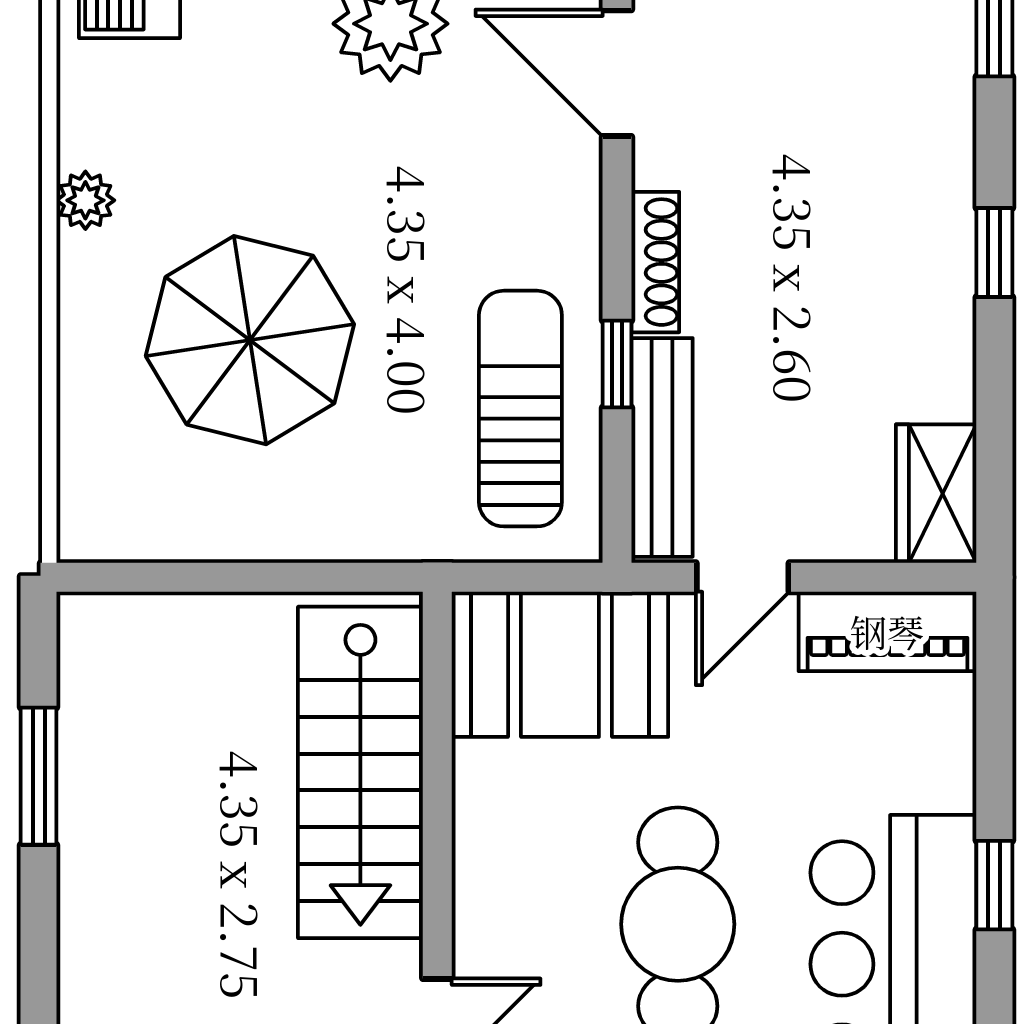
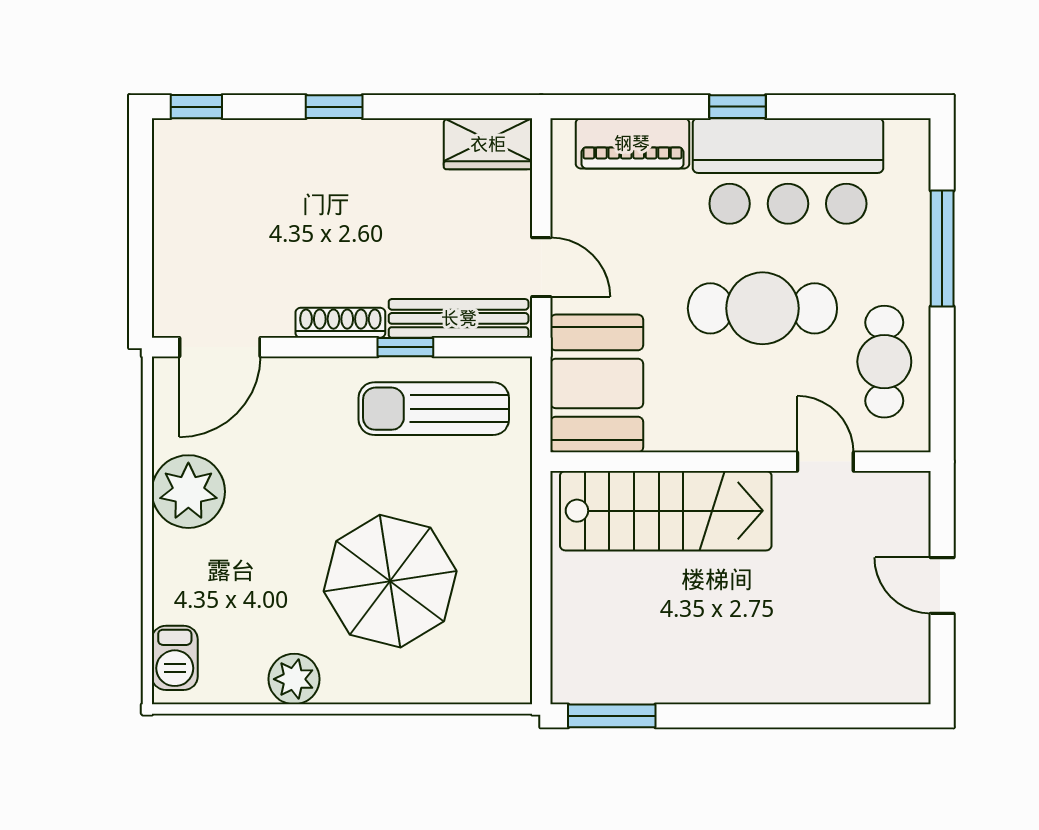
plant: (85, 200) -> (294, 679), width x1.38, depth x1.38
piano: (887, 631) -> (632, 143), moved, turned 90
window: (39, 776) -> (612, 716), moved

